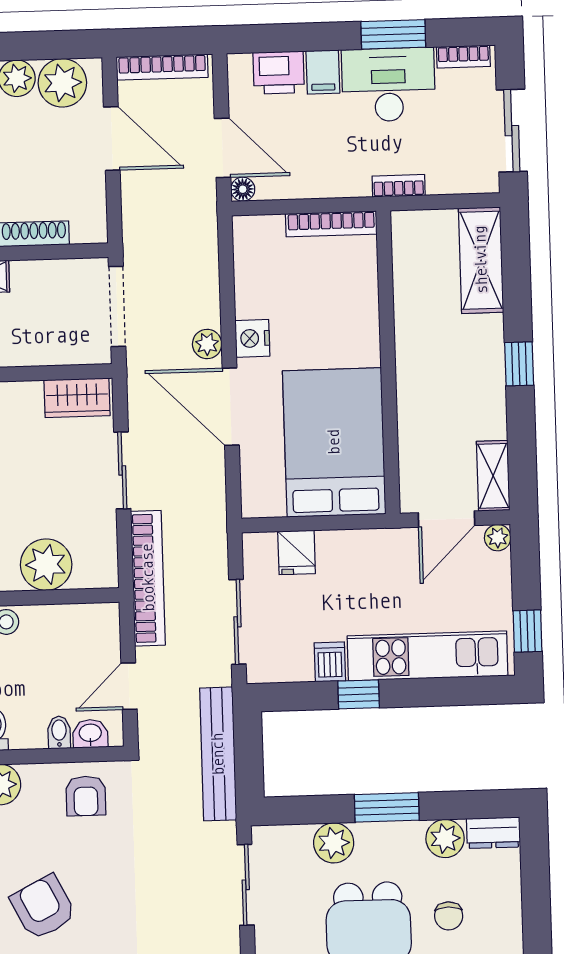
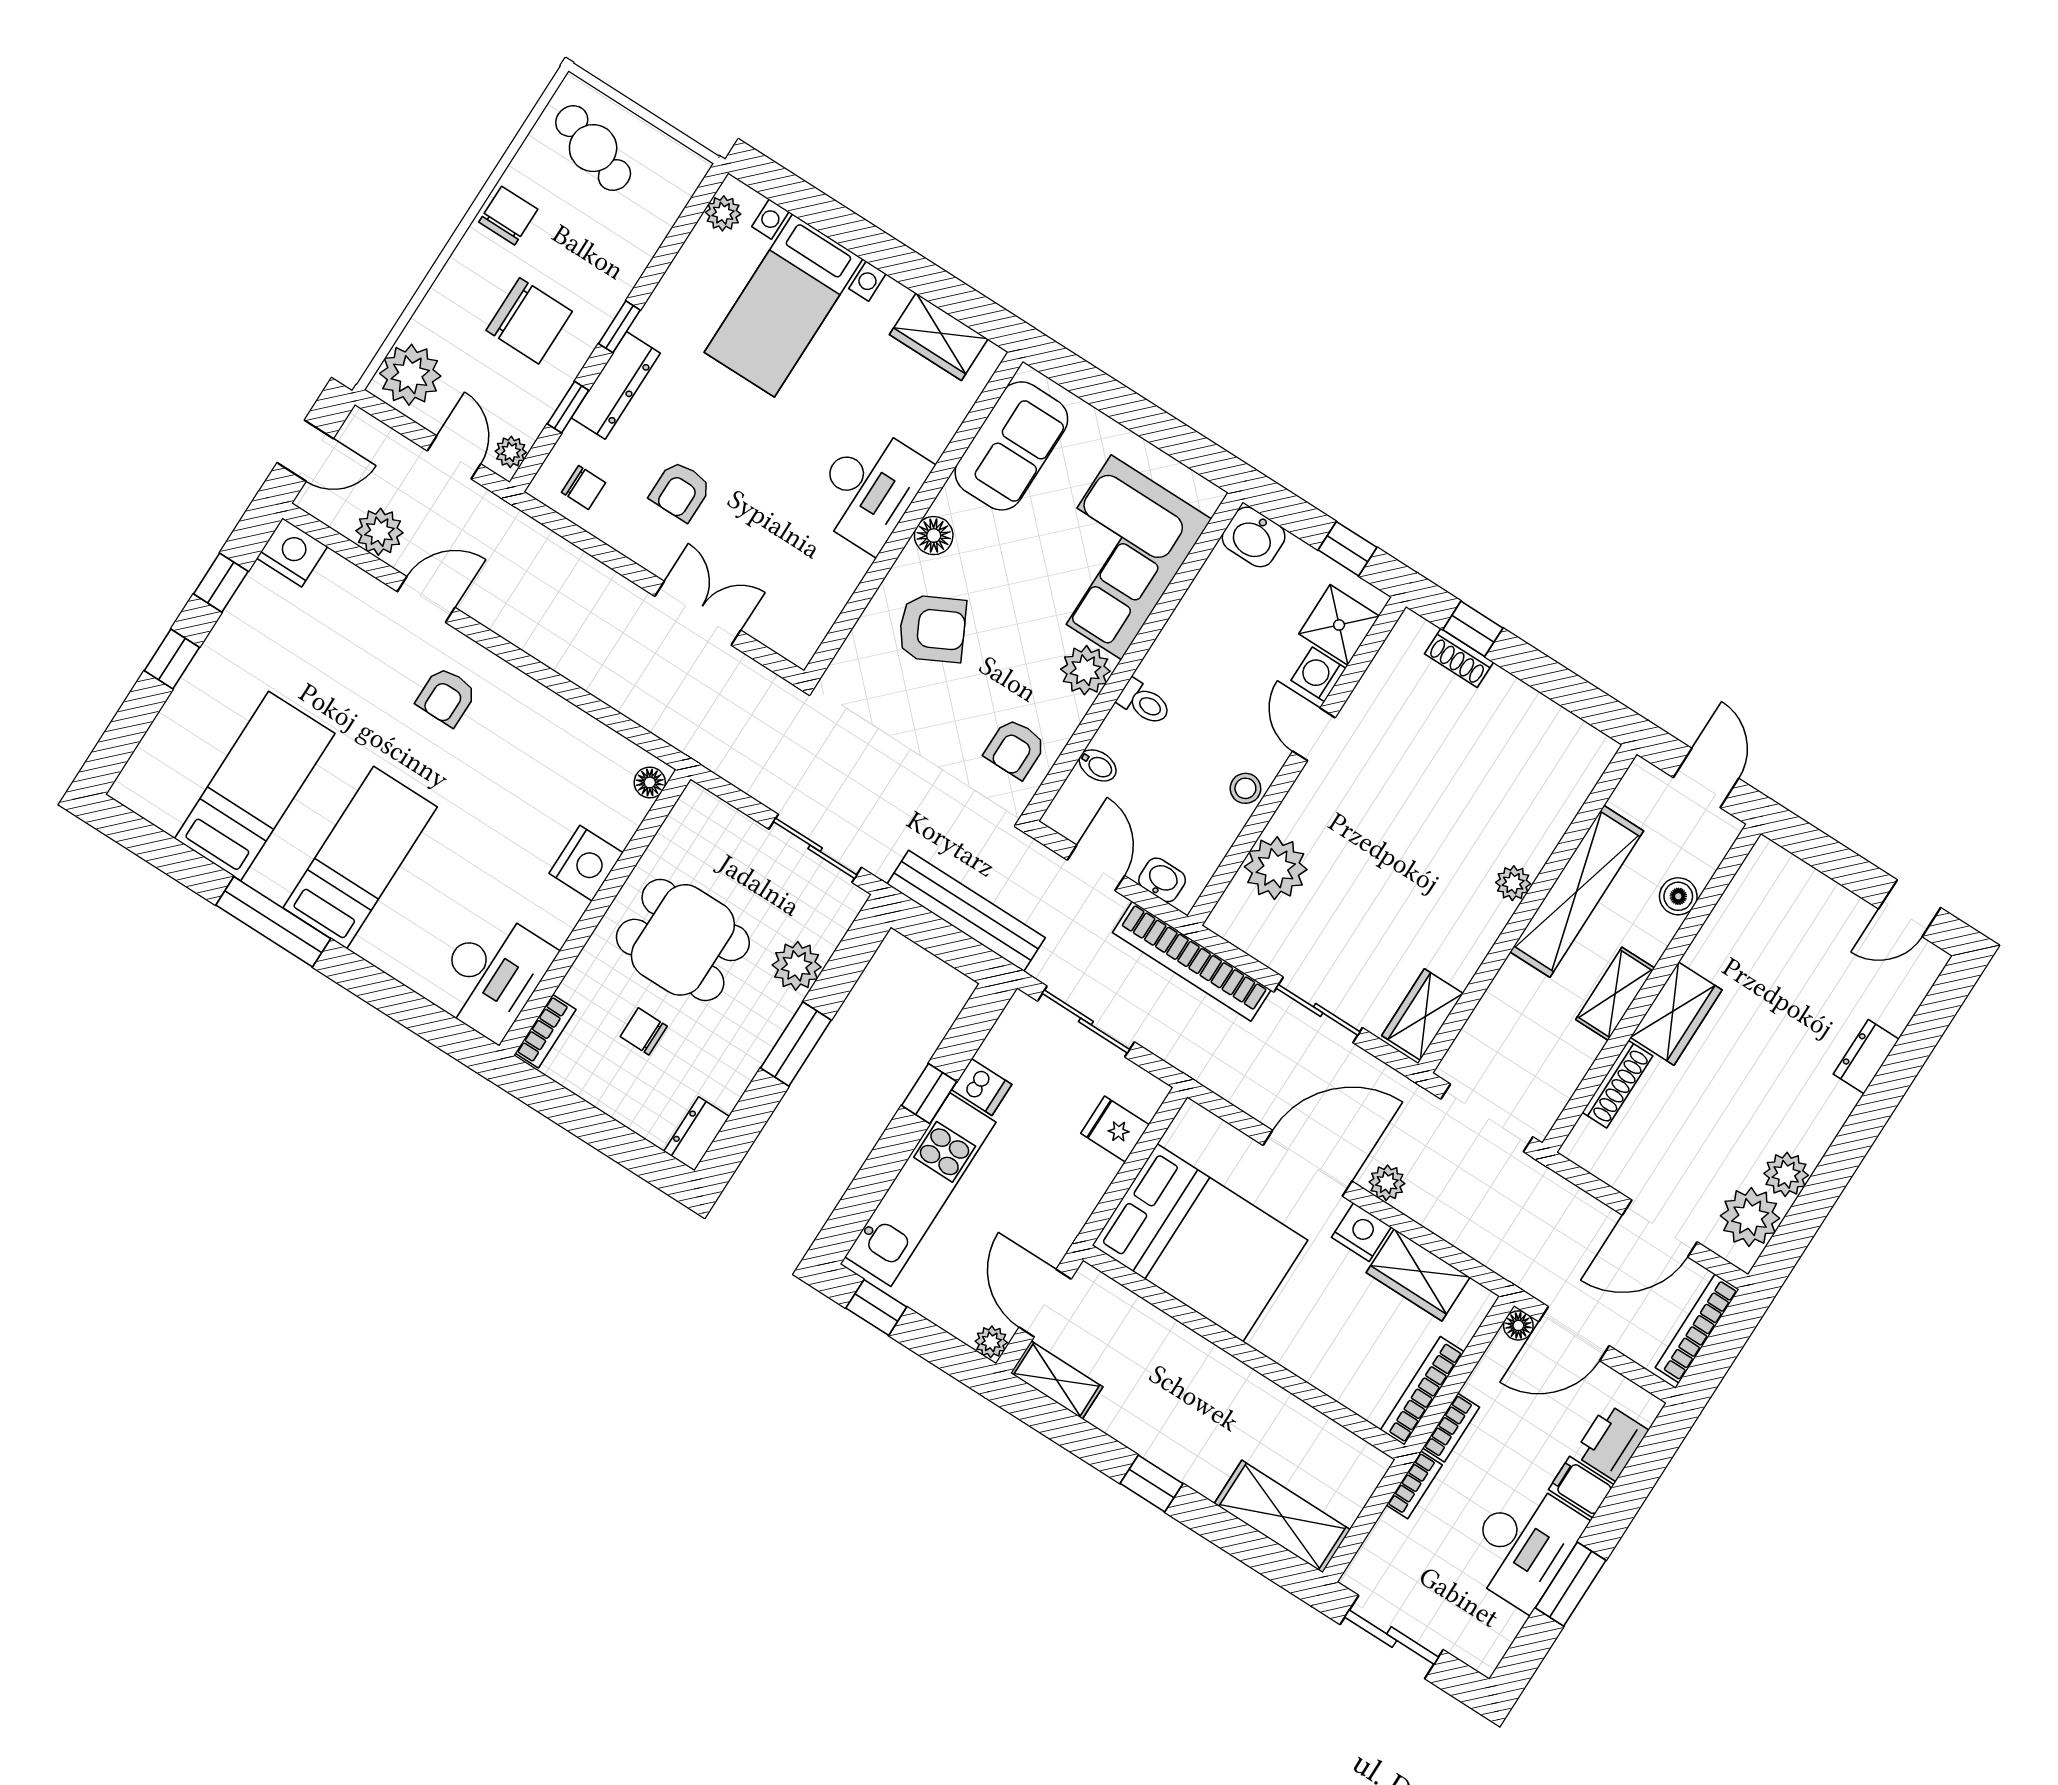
bookcase: (463, 57) -> (1451, 1428), moved, turned 180
wardrobe: (255, 280) -> (1418, 1275), added
washbasin: (90, 734) -> (1162, 880), moved, turned -90
armchair: (86, 796) -> (1015, 748), turned -90
plant: (445, 838) -> (724, 1081), removed

